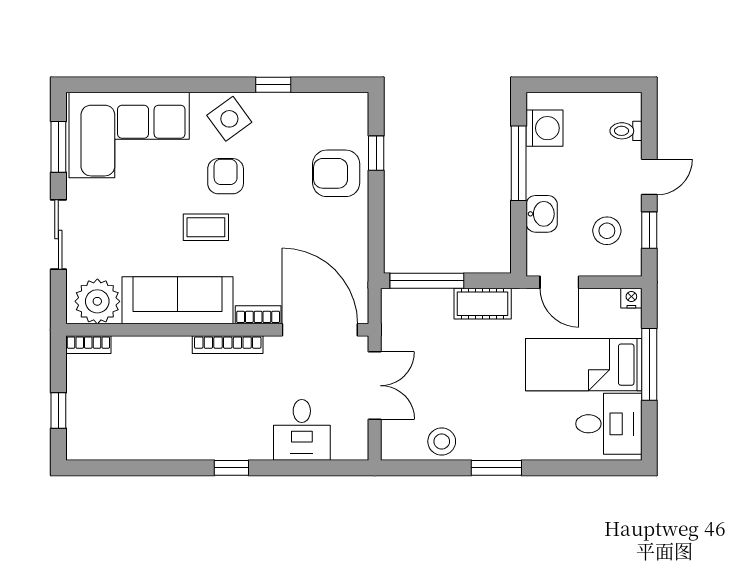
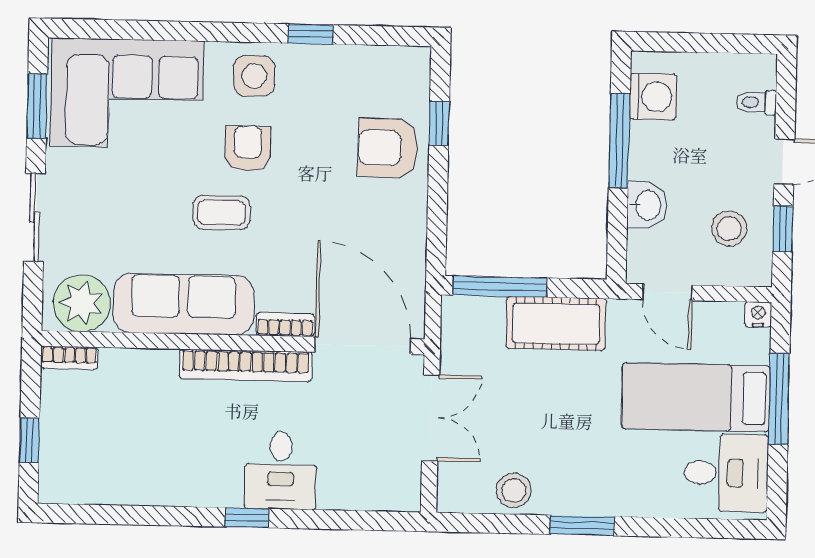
side table: (229, 119) -> (254, 76), turned 36
cot: (483, 304) -> (556, 324), width x1.37, depth x1.34
bookcase: (228, 345) -> (246, 365), width x1.48, depth x1.31
desk: (302, 430) -> (281, 470), moved

